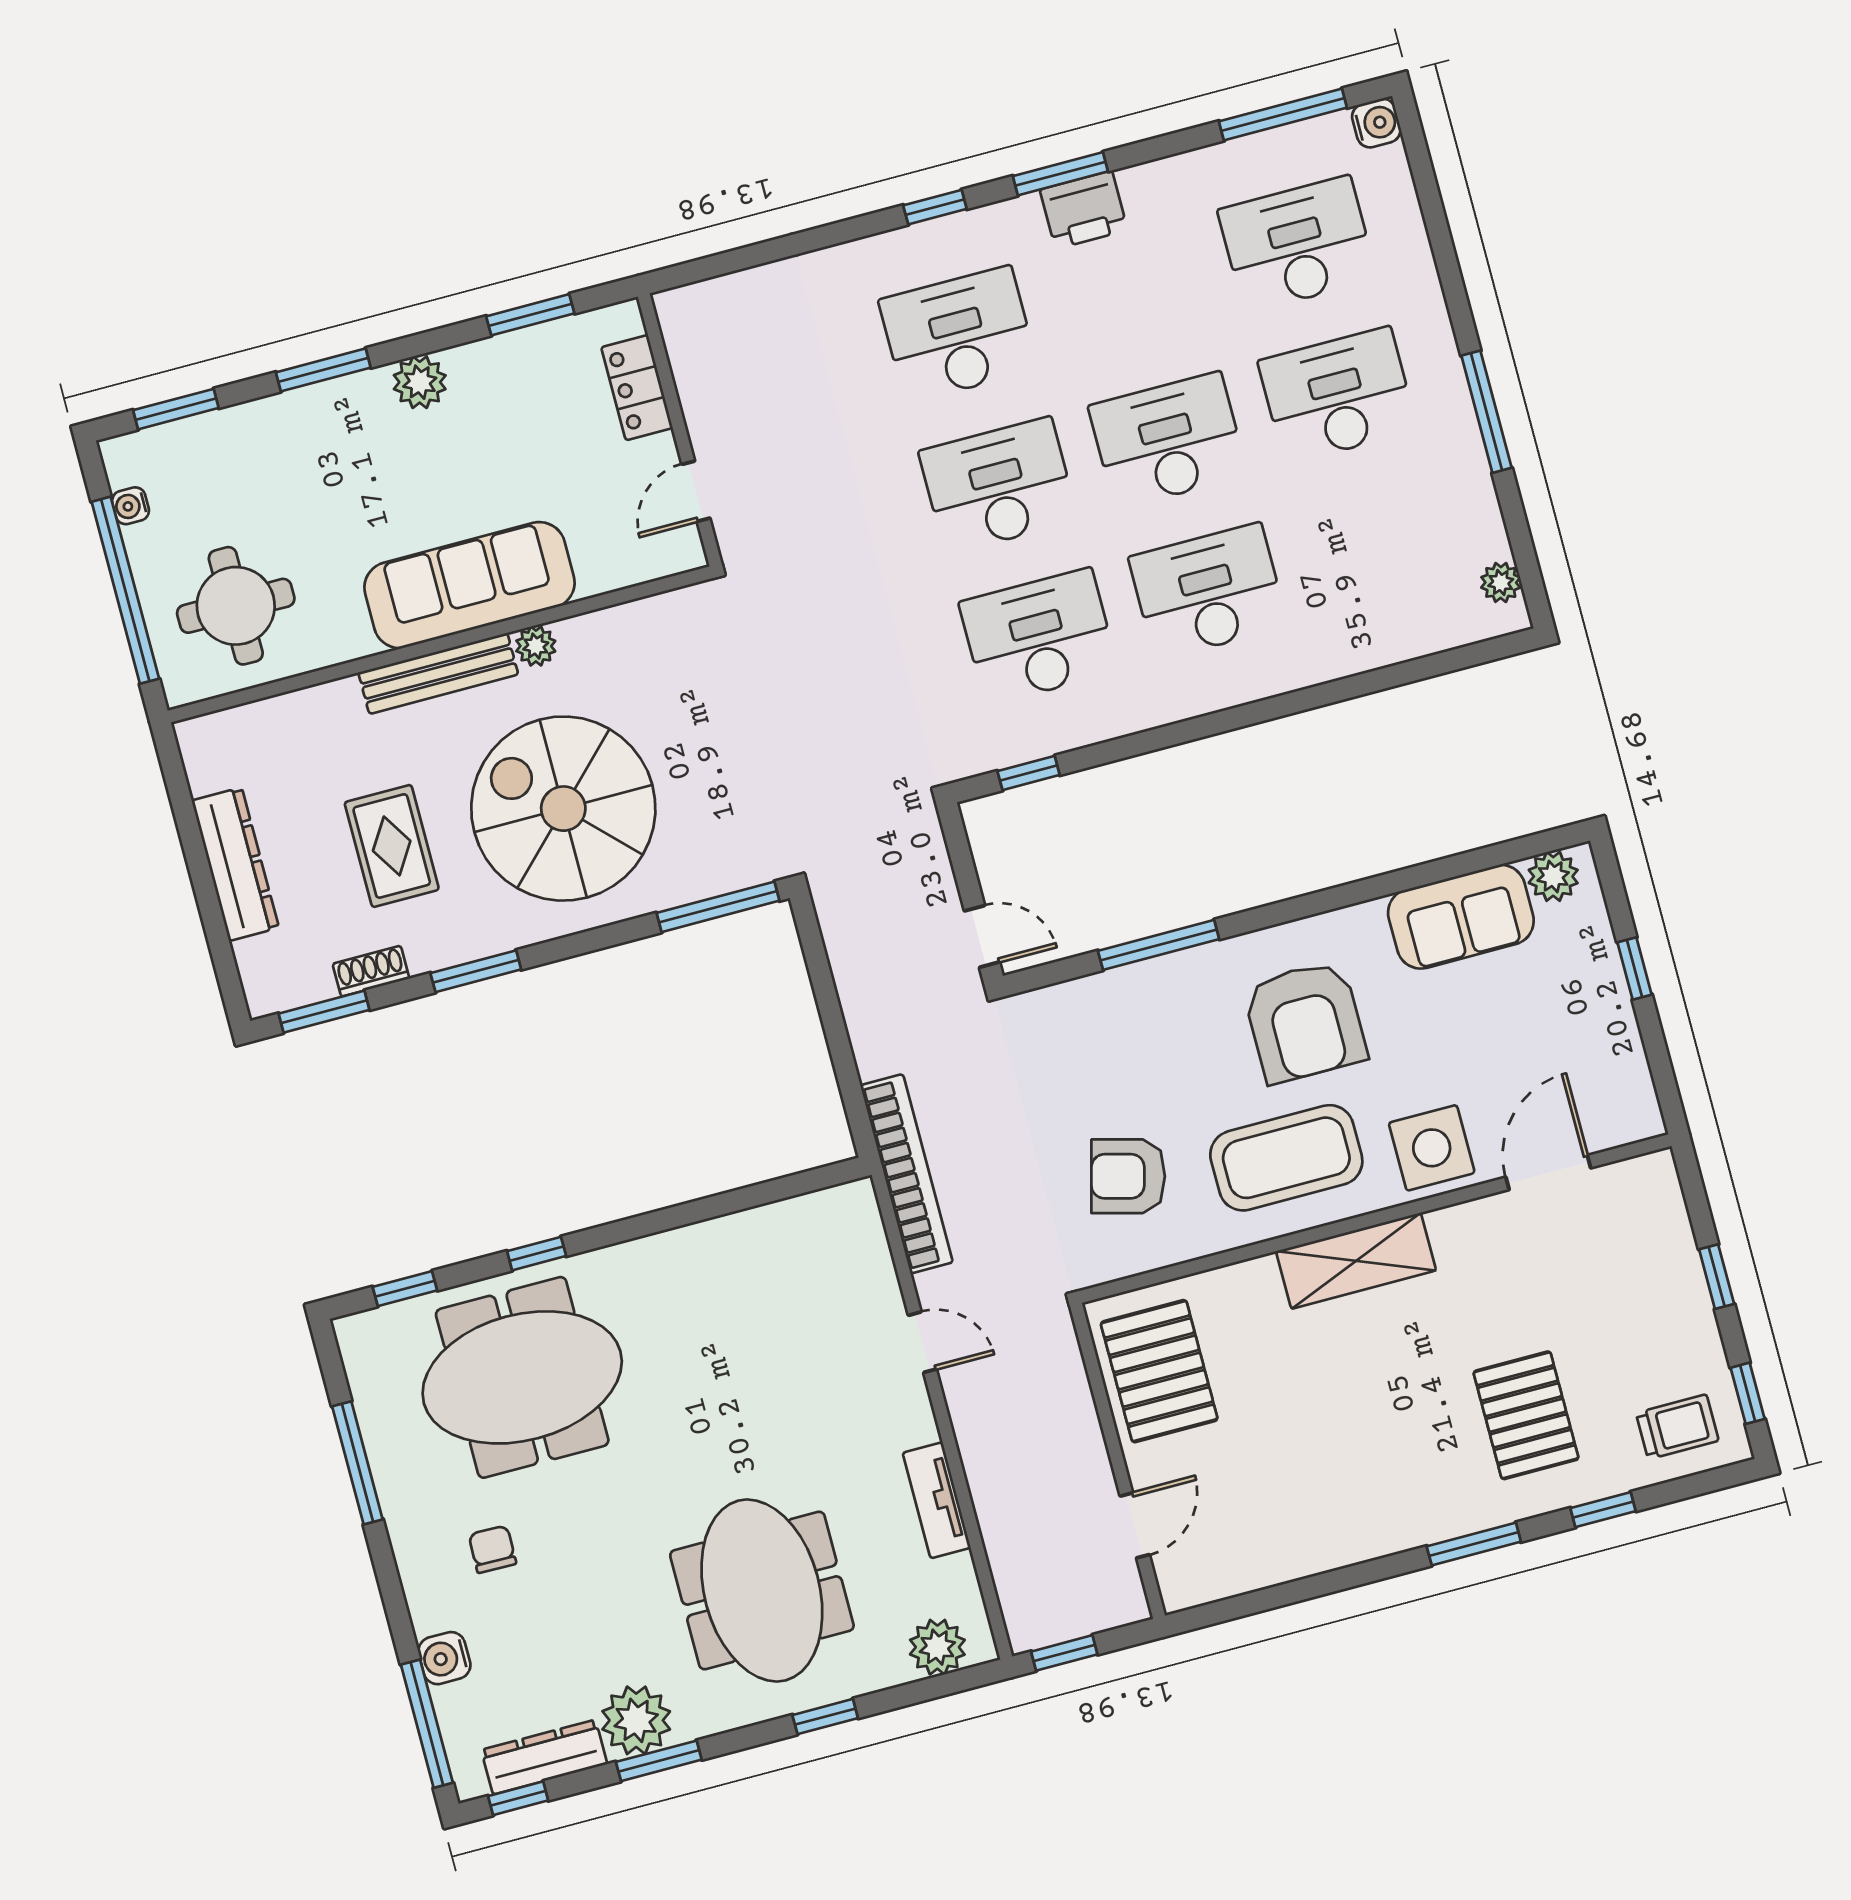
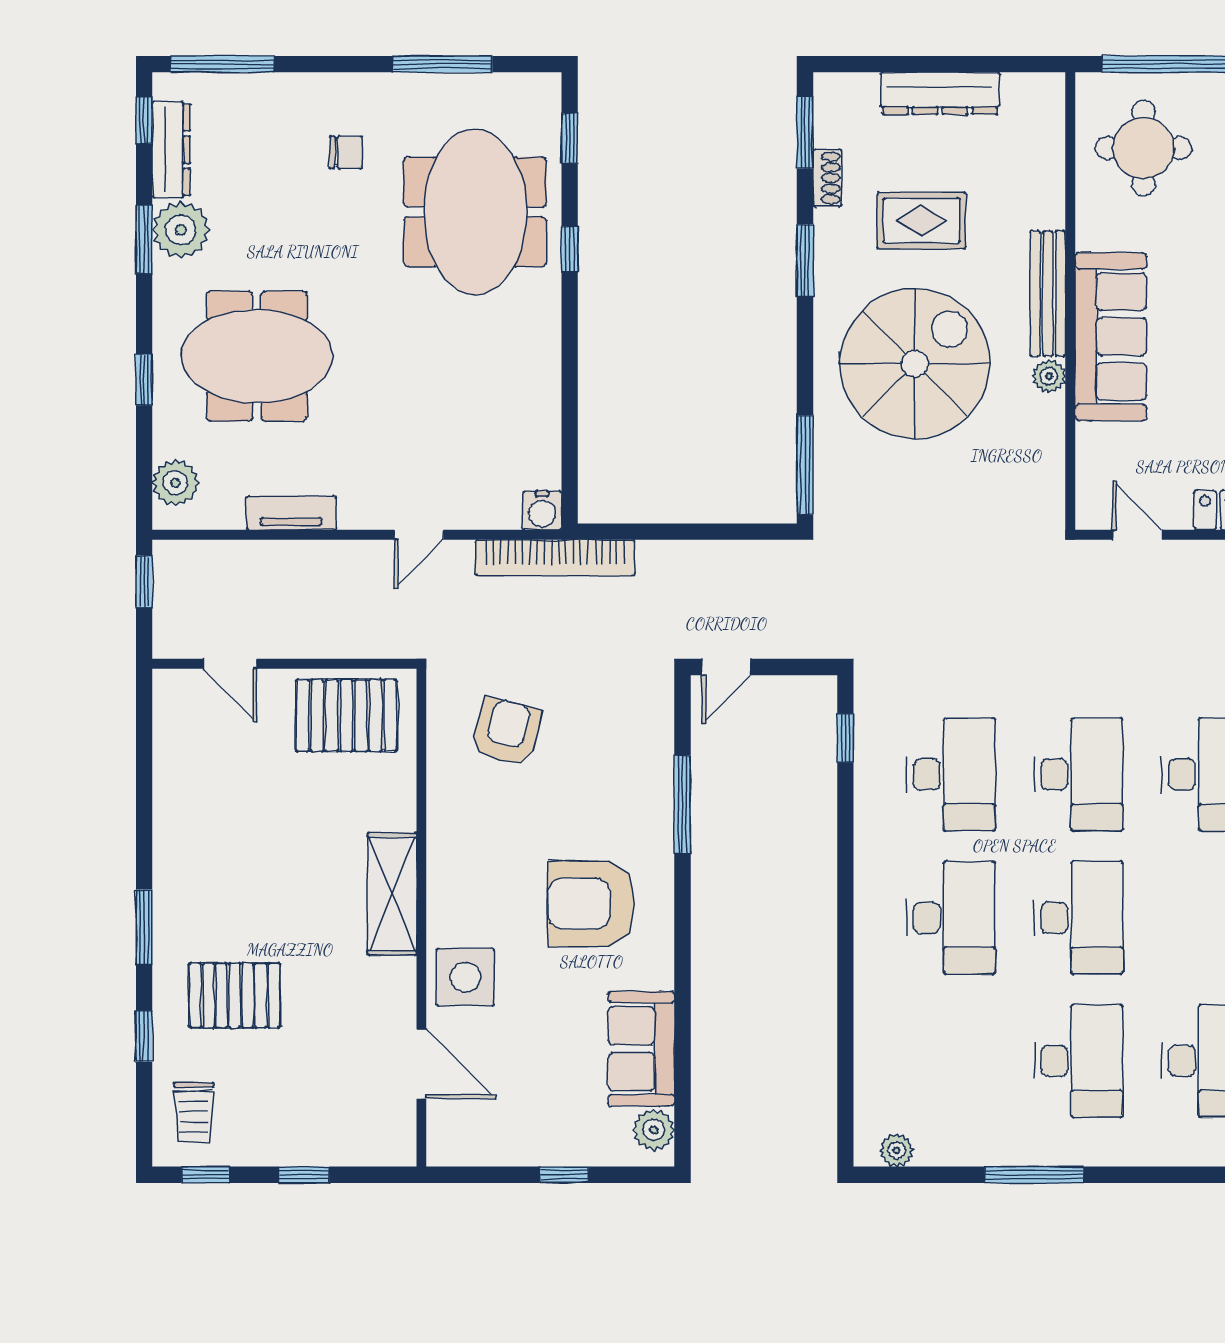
coffee table: (1286, 1158) -> (488, 860), removed
water cooler: (444, 1658) -> (542, 510), moved, turned 180

